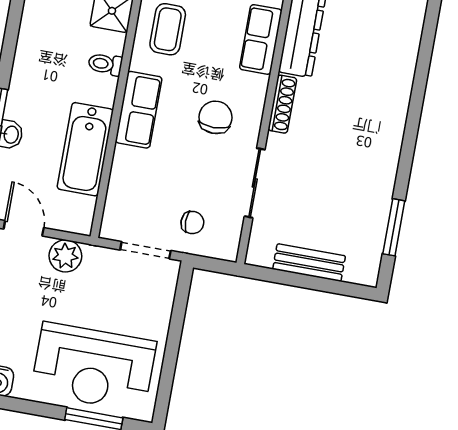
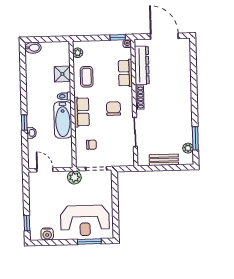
bathtub: (85, 149) -> (63, 120), moved
chair: (192, 222) -> (91, 145), moved
plant: (372, 247) -> (188, 148), added
plant: (65, 256) -> (74, 177), moved

